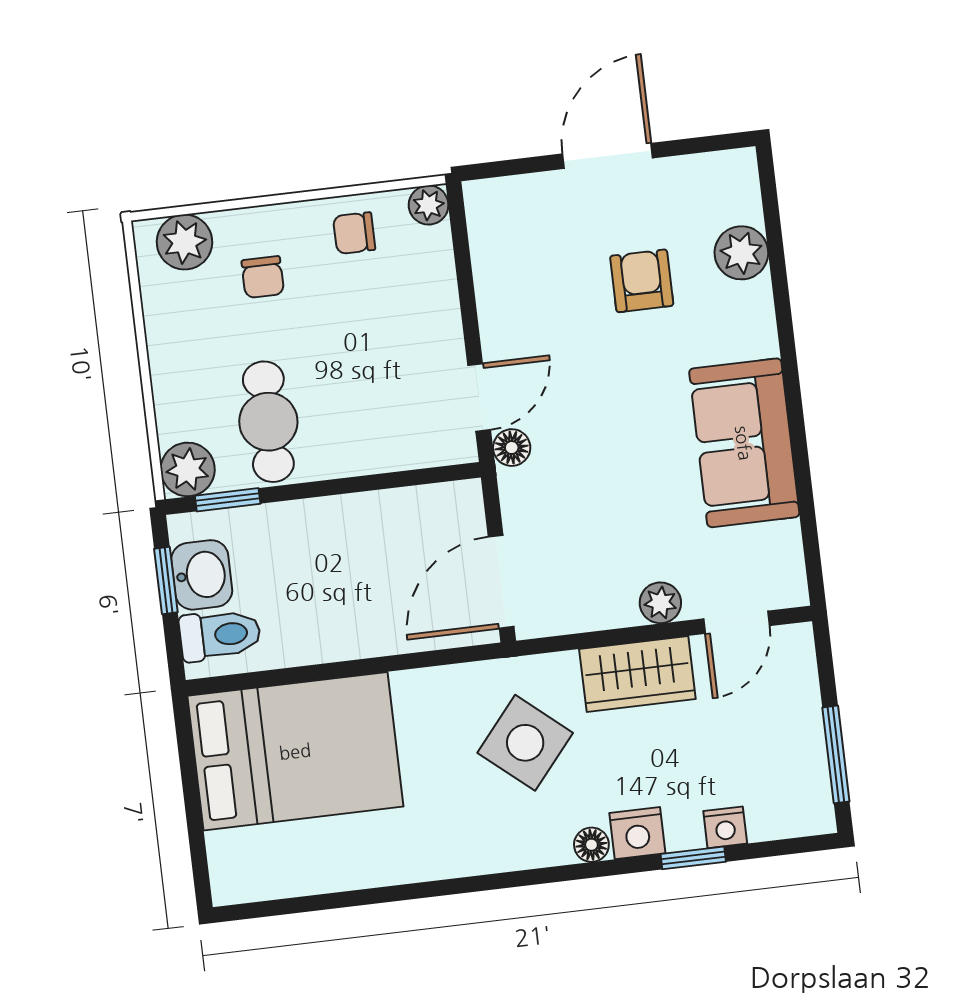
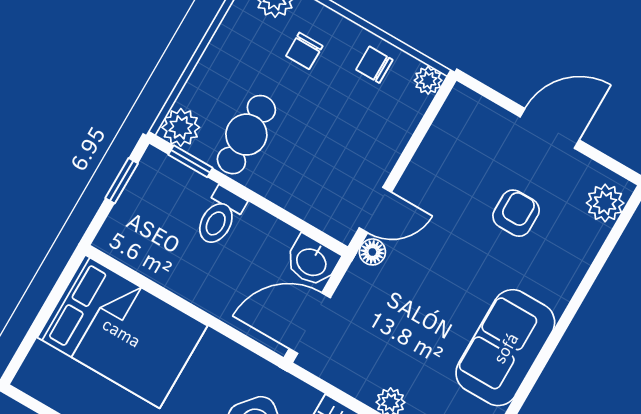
plant: (741, 253) -> (605, 203), moved
washbasin: (202, 575) -> (312, 261), moved, turned 90
toilet: (220, 635) -> (220, 217), moved, turned 90

